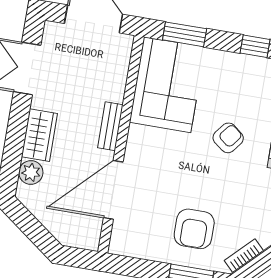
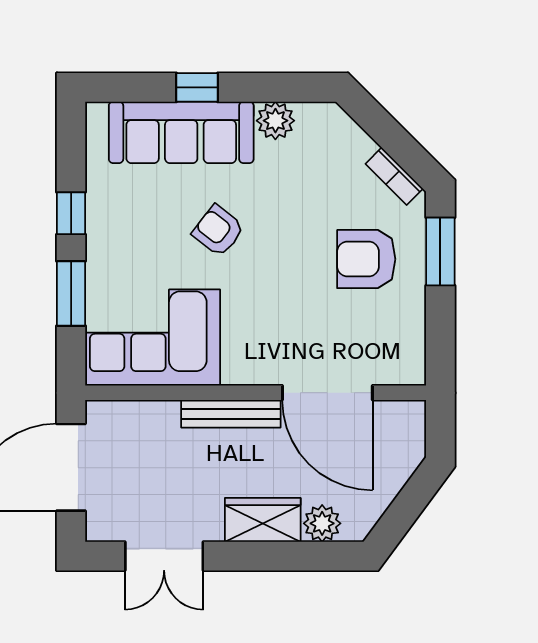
window: (185, 34) -> (71, 293), moved
bench: (110, 126) -> (231, 414), width x1.36
armchair: (194, 229) -> (366, 259), turned 180

